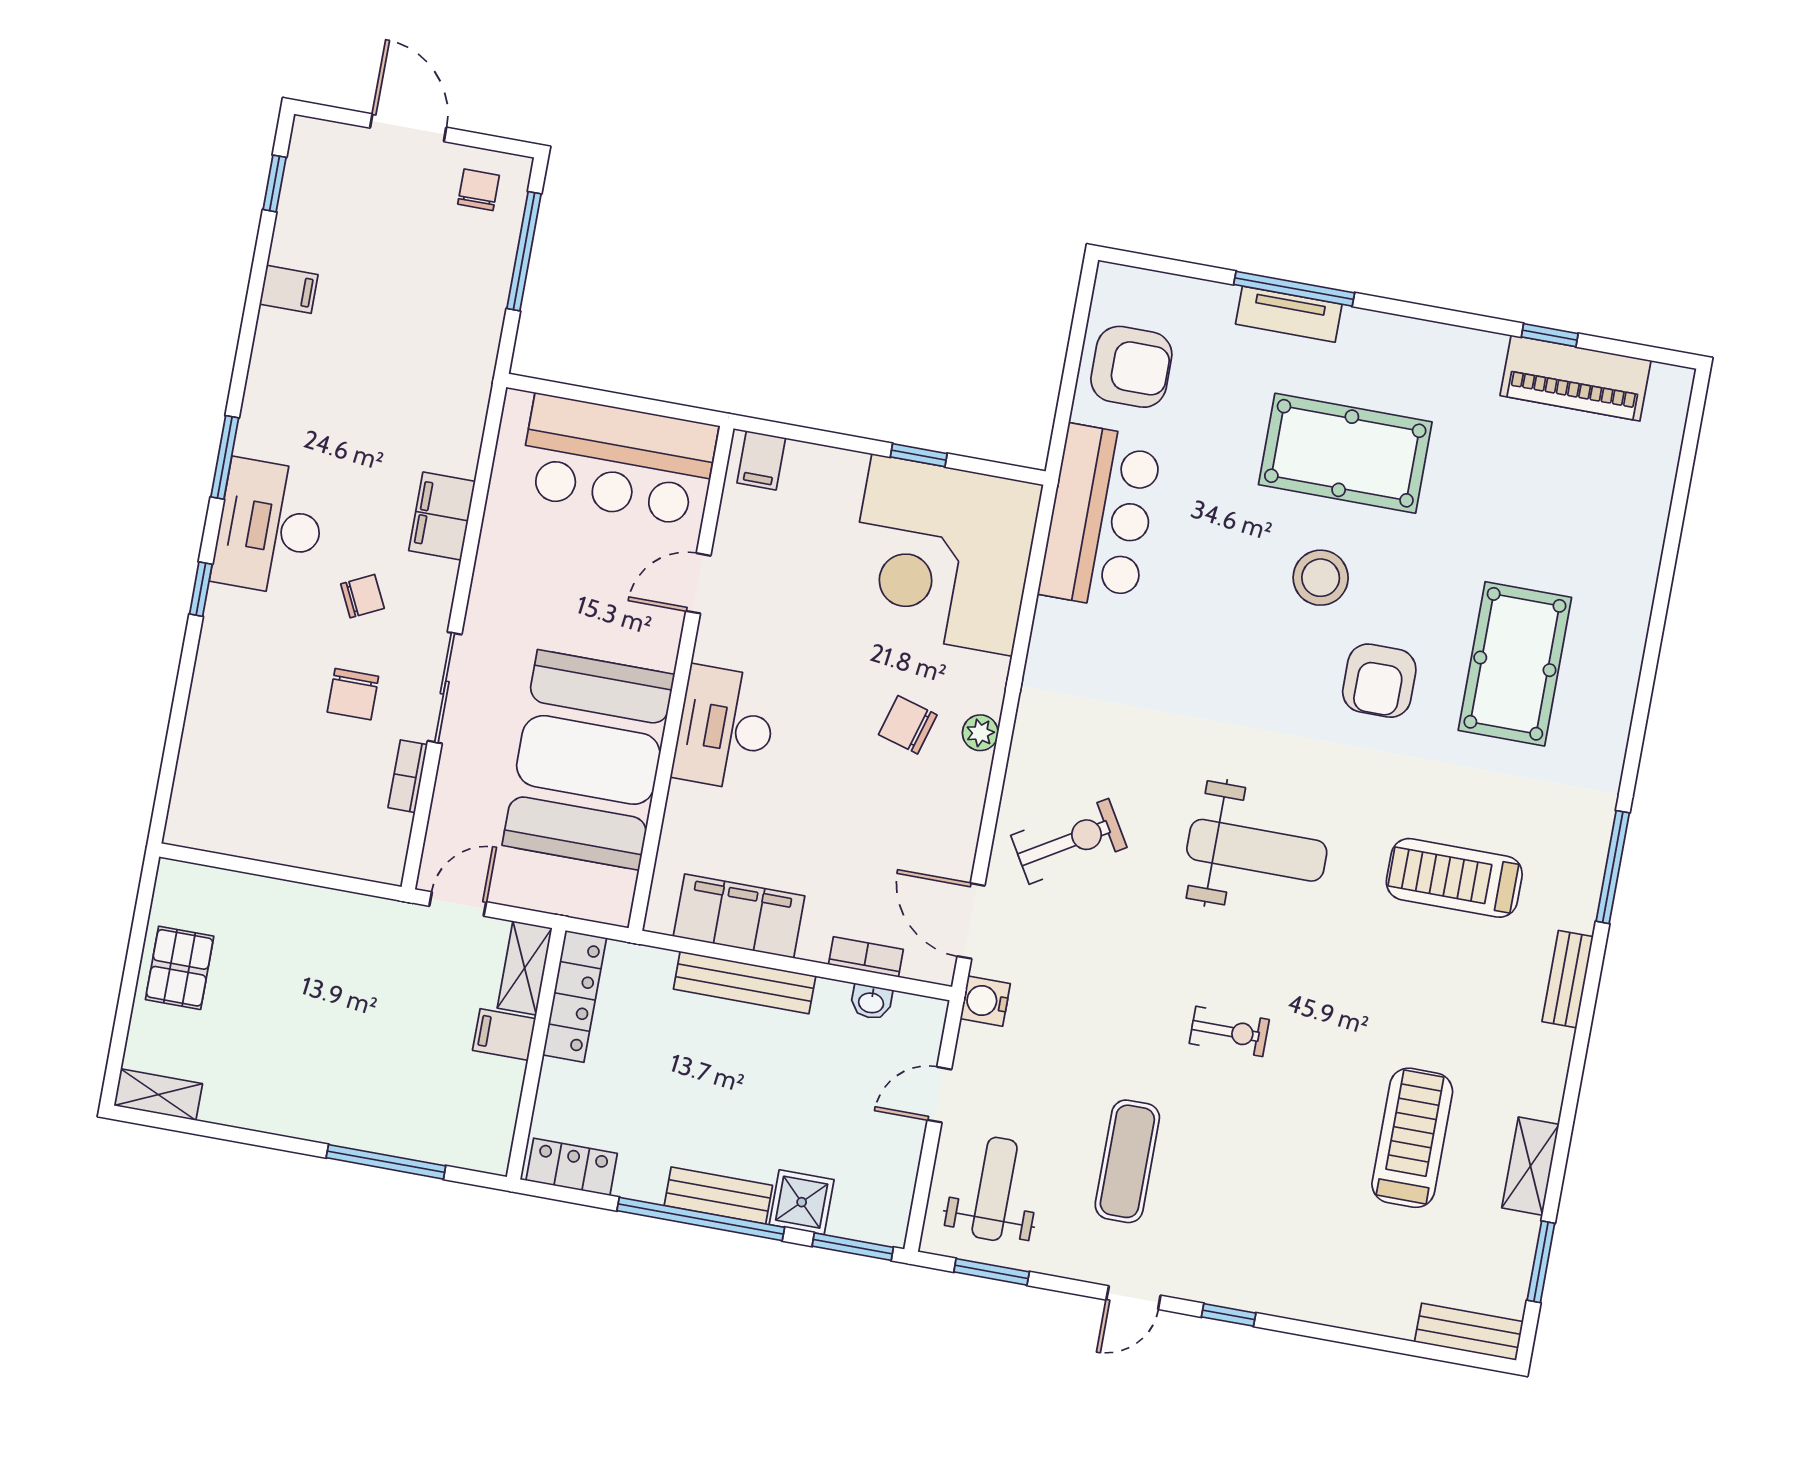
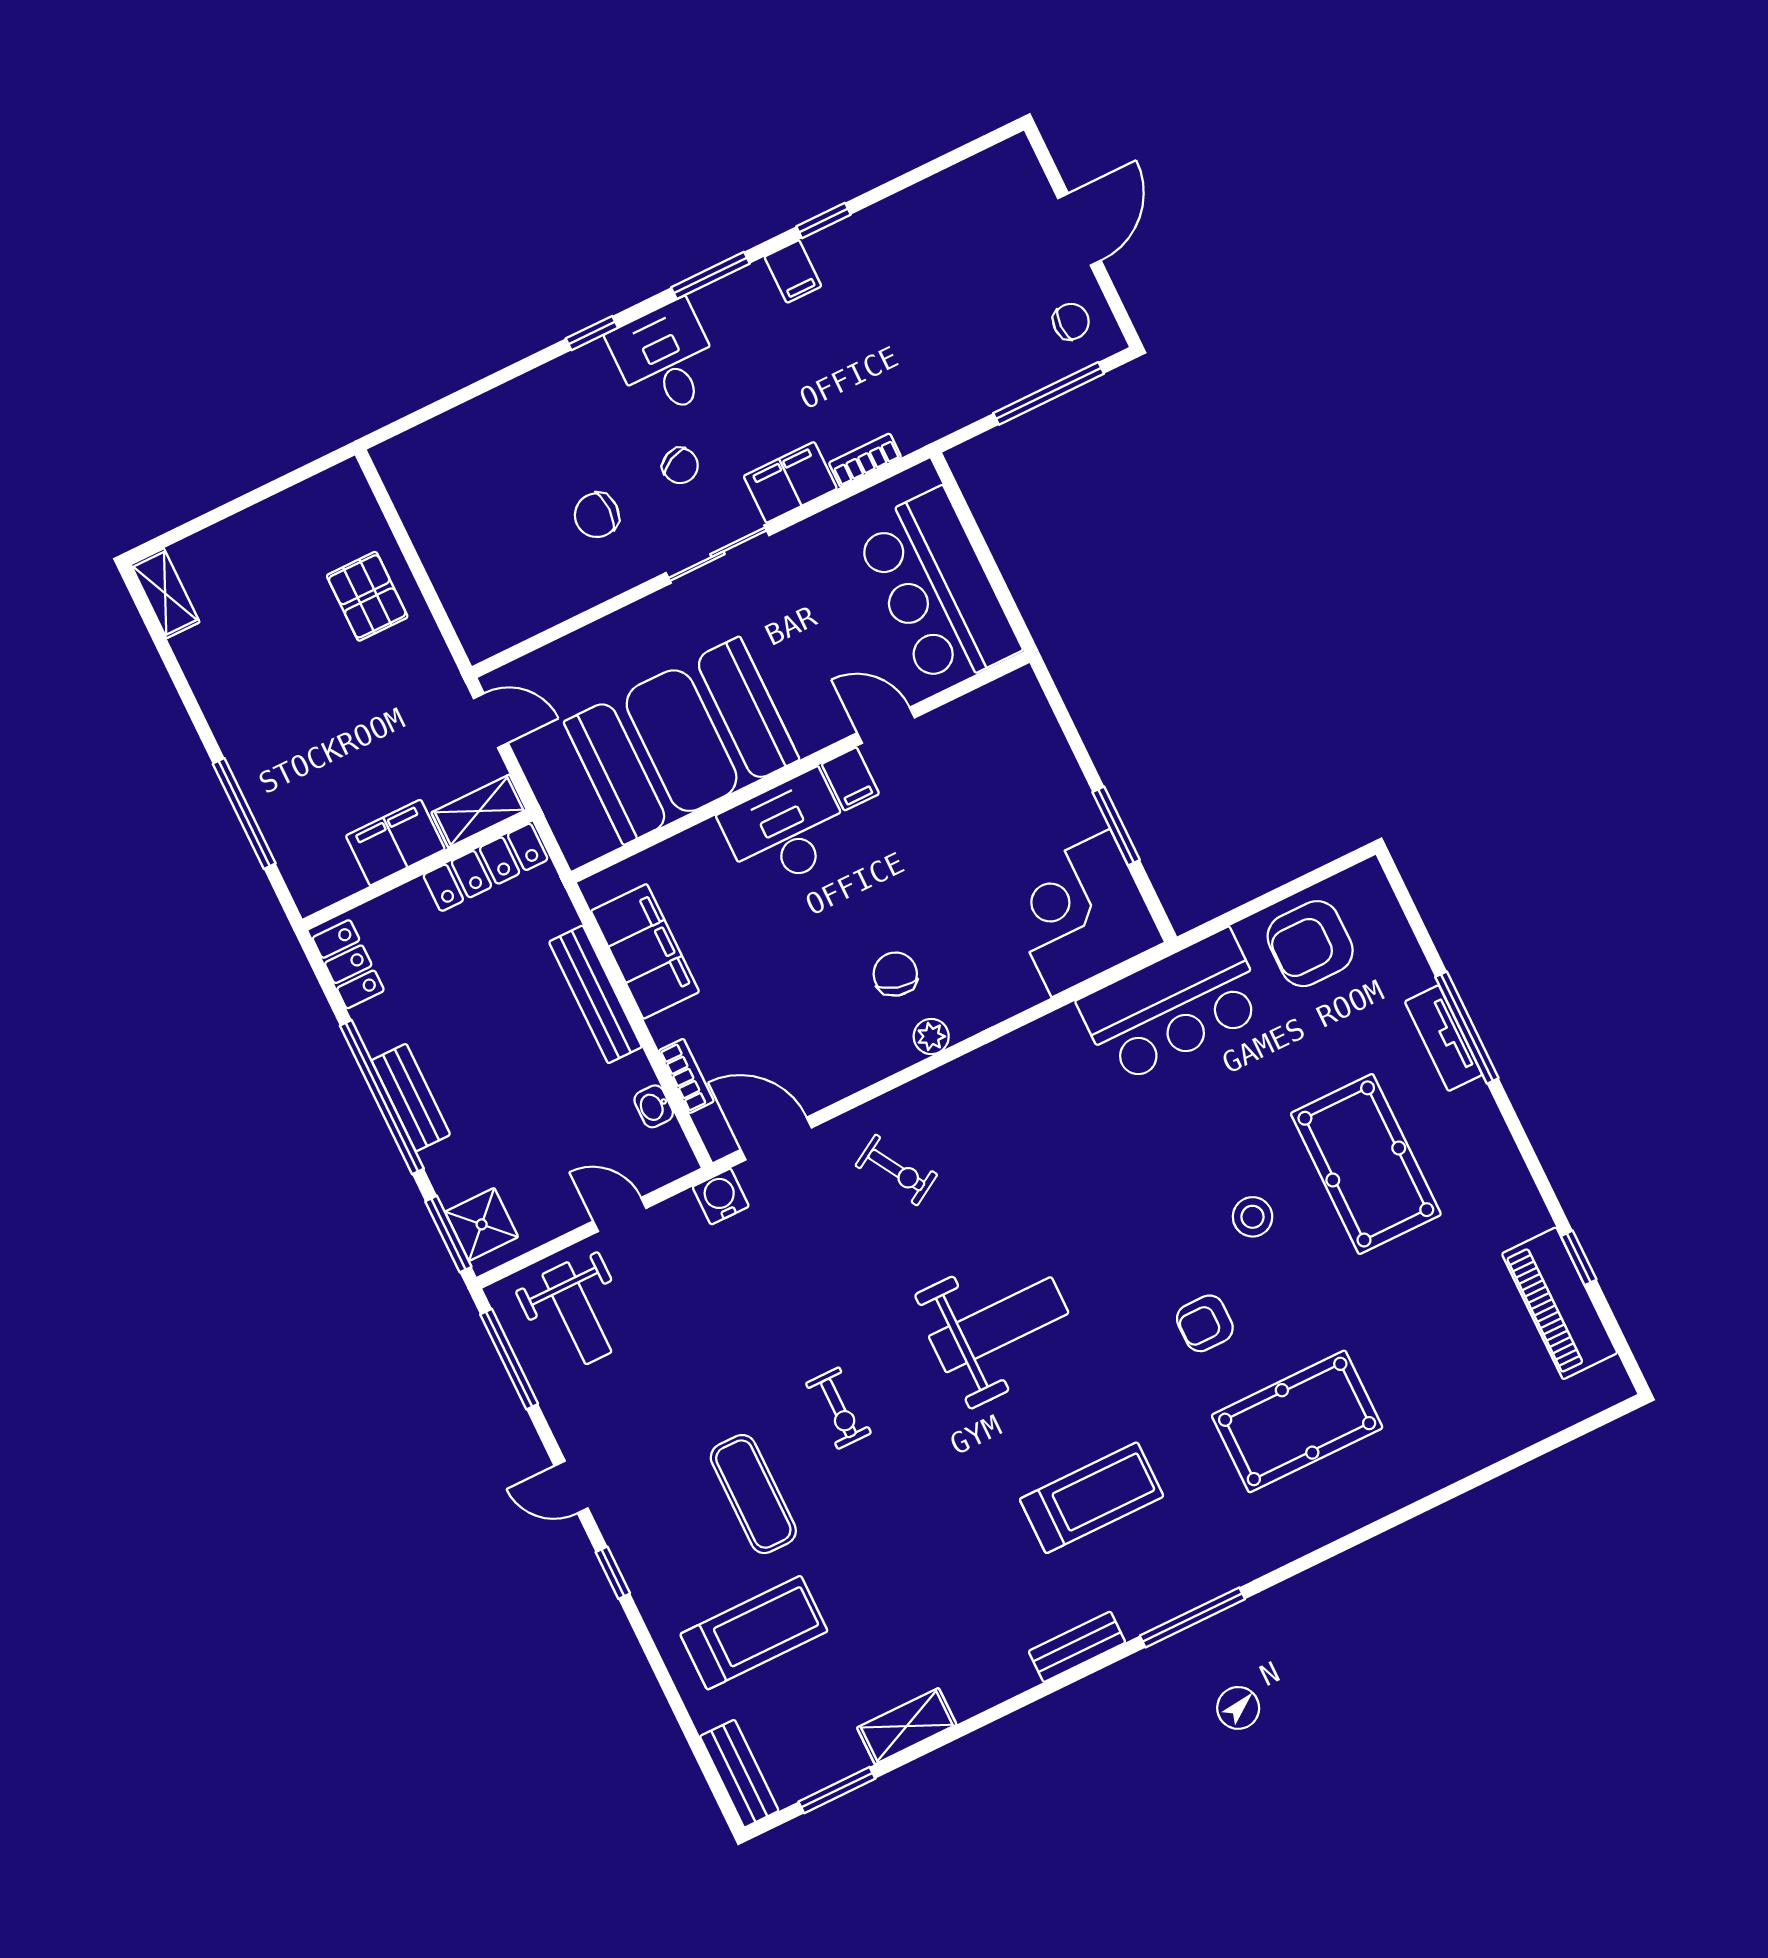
window: (275, 183) -> (824, 221), moved
filing cabinet: (289, 289) -> (793, 271), moved
armchair: (1131, 367) -> (1310, 944), turned 90
window: (919, 455) -> (1116, 826), width x1.50
filing cabinet: (761, 460) -> (850, 779), moved, turned -90
desk: (270, 527) -> (666, 359), width x0.73
corner desk: (942, 555) -> (1081, 913), width x0.74, depth x0.74
stool: (1321, 578) -> (1253, 1217), width x0.73, depth x0.73
armchair: (1379, 681) -> (1205, 1323), width x0.72, depth x0.72
sliding door: (445, 688) -> (717, 554), moved
bookcase: (408, 776) -> (865, 460), moved
exercise bike: (1069, 841) -> (896, 1170), width x0.73, depth x0.72
weight bench: (1257, 850) -> (999, 1325), turned -90
treadmill: (1454, 878) -> (1092, 1498), turned 90
door: (971, 921) -> (776, 1139), hinge flipped
pallet: (180, 968) -> (367, 596), moved, turned 90
filing cabinet: (504, 1034) -> (395, 843), width x2.00
treadmill: (1412, 1138) -> (754, 1633), moved
exercise mat: (1127, 1161) -> (753, 1494), moved, turned 90
weight bench: (995, 1189) -> (577, 1313), turned 90
shower: (802, 1202) -> (482, 1224), moved
window: (992, 1272) -> (509, 1359), width x1.44

